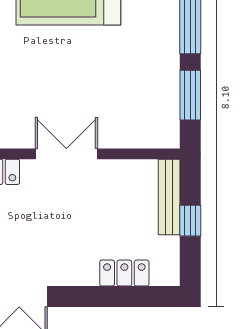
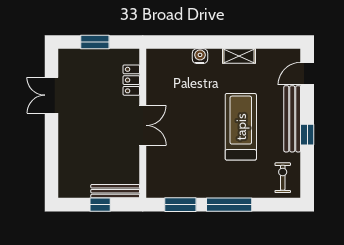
locker: (124, 273) -> (67, 163), removed

